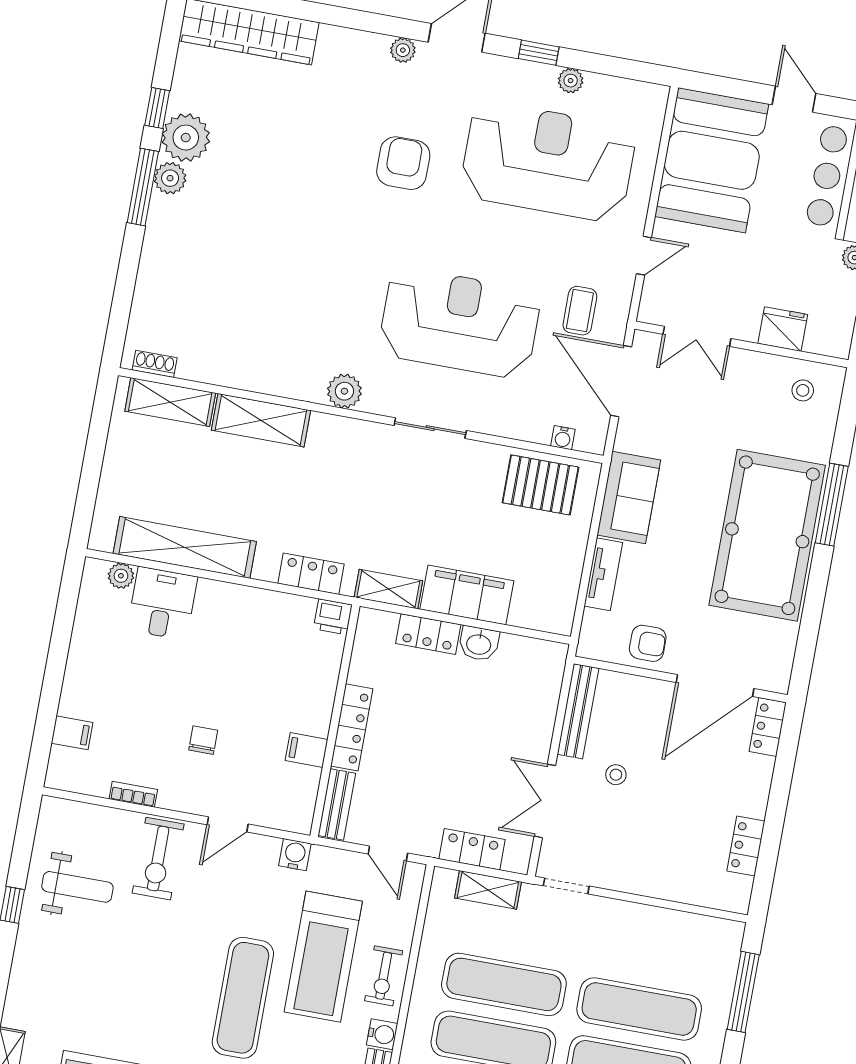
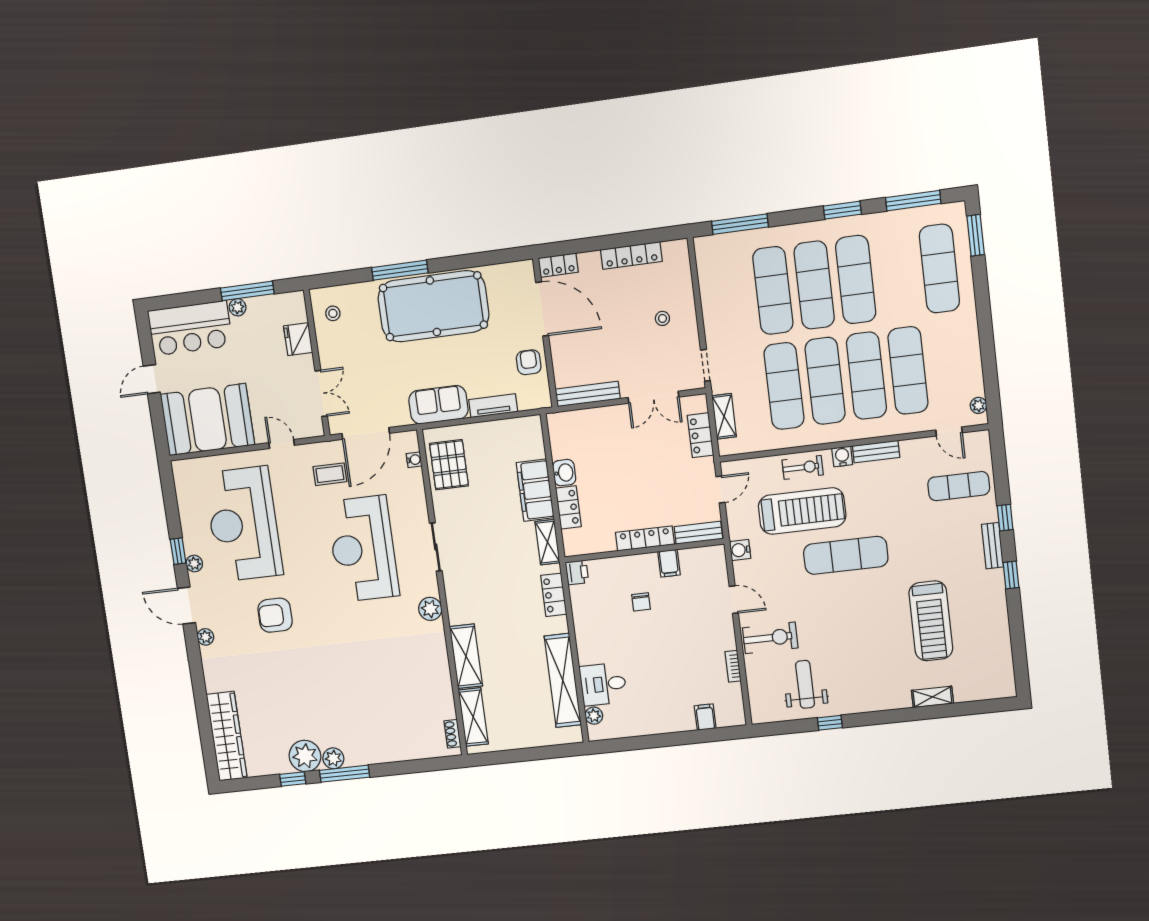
plant: (571, 81) -> (194, 563), moved
chair: (203, 740) -> (641, 602), moved, turned -90
stool: (616, 775) -> (662, 318), moved
locker: (746, 846) -> (631, 255), width x1.53

